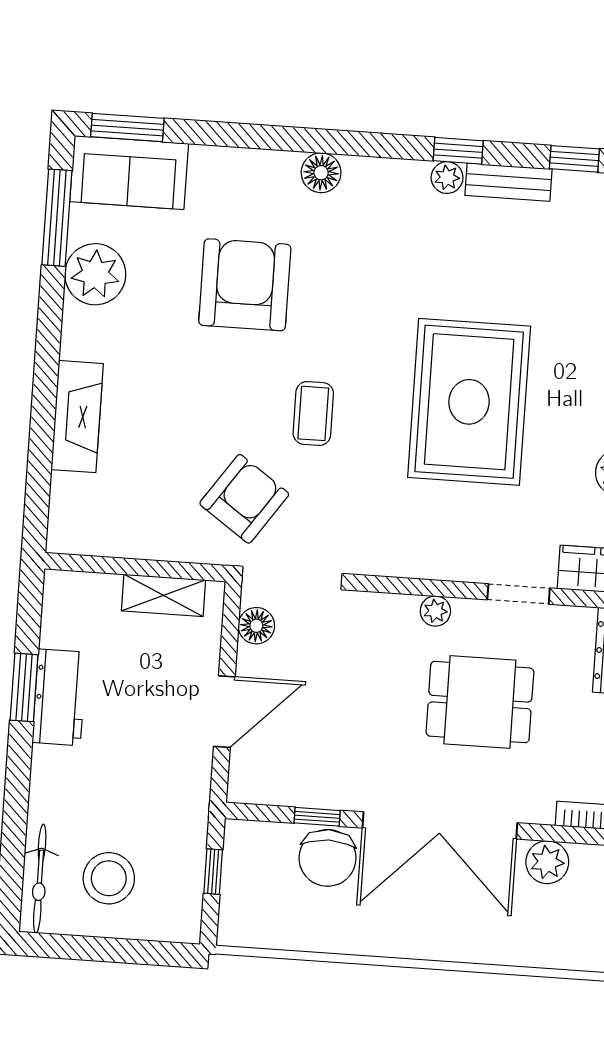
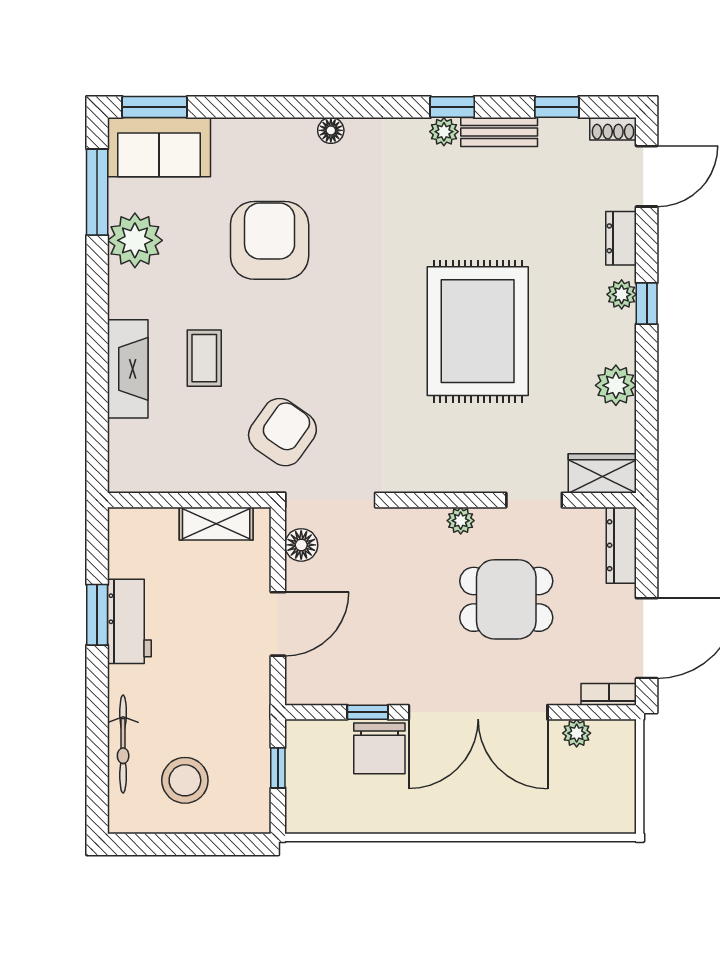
floor lamp: (321, 173) -> (331, 130), width x0.73, depth x0.73
coffee table: (313, 413) -> (204, 358), moved
plant: (547, 862) -> (577, 733), width x0.73, depth x0.73
bicycle: (40, 879) -> (123, 744), moved

